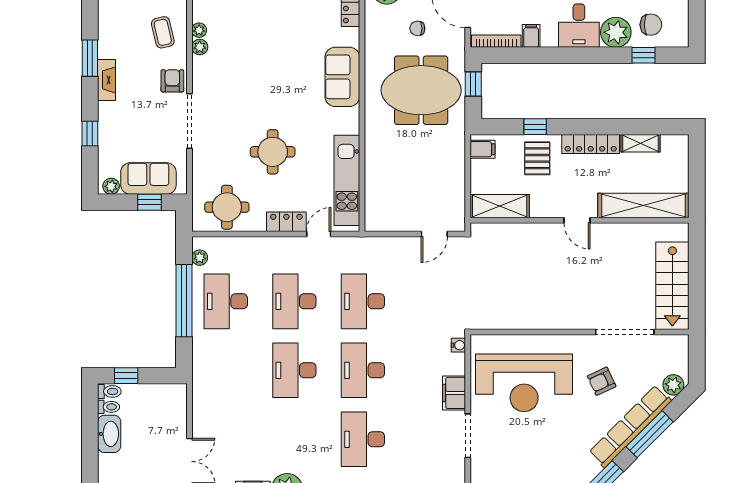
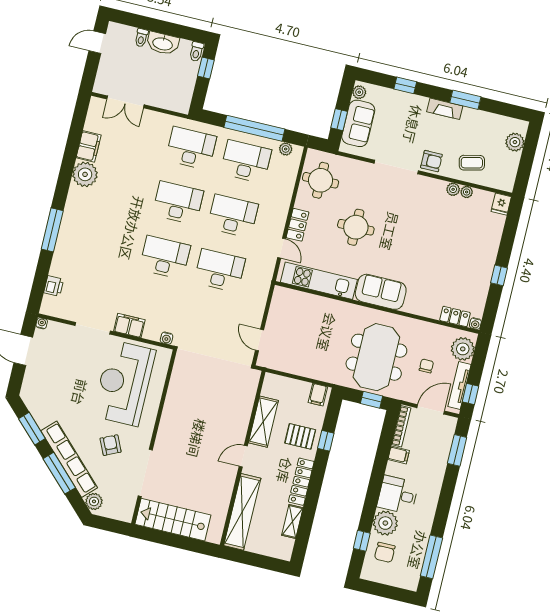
sofa: (342, 77) -> (381, 292), moved
shelving: (500, 206) -> (263, 422), moved
toilet: (109, 407) -> (141, 38), moved
desk: (363, 439) -> (191, 148), moved

